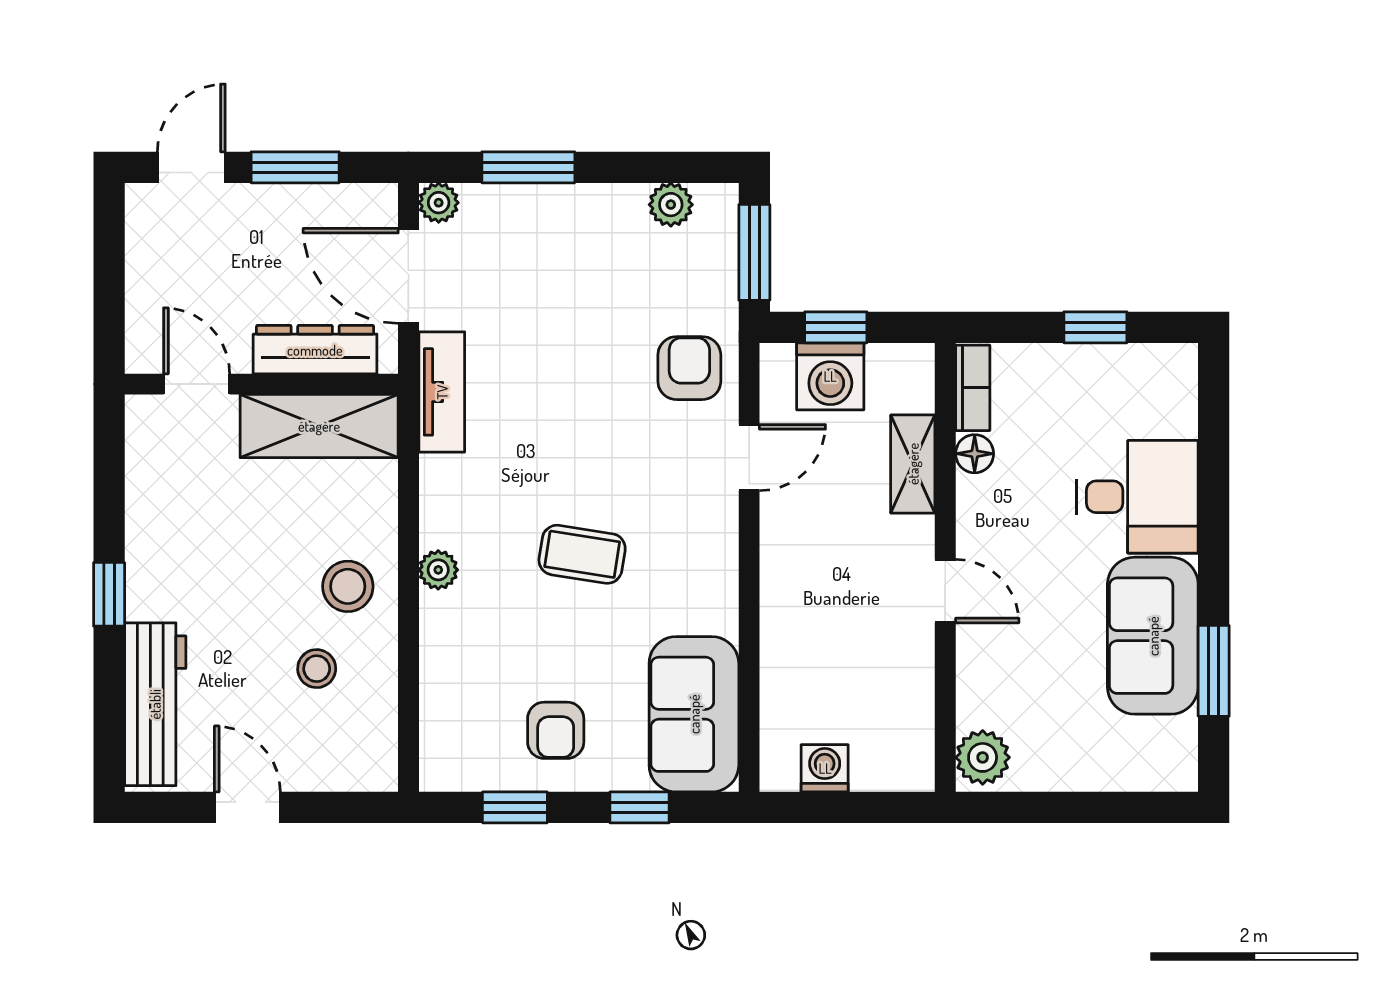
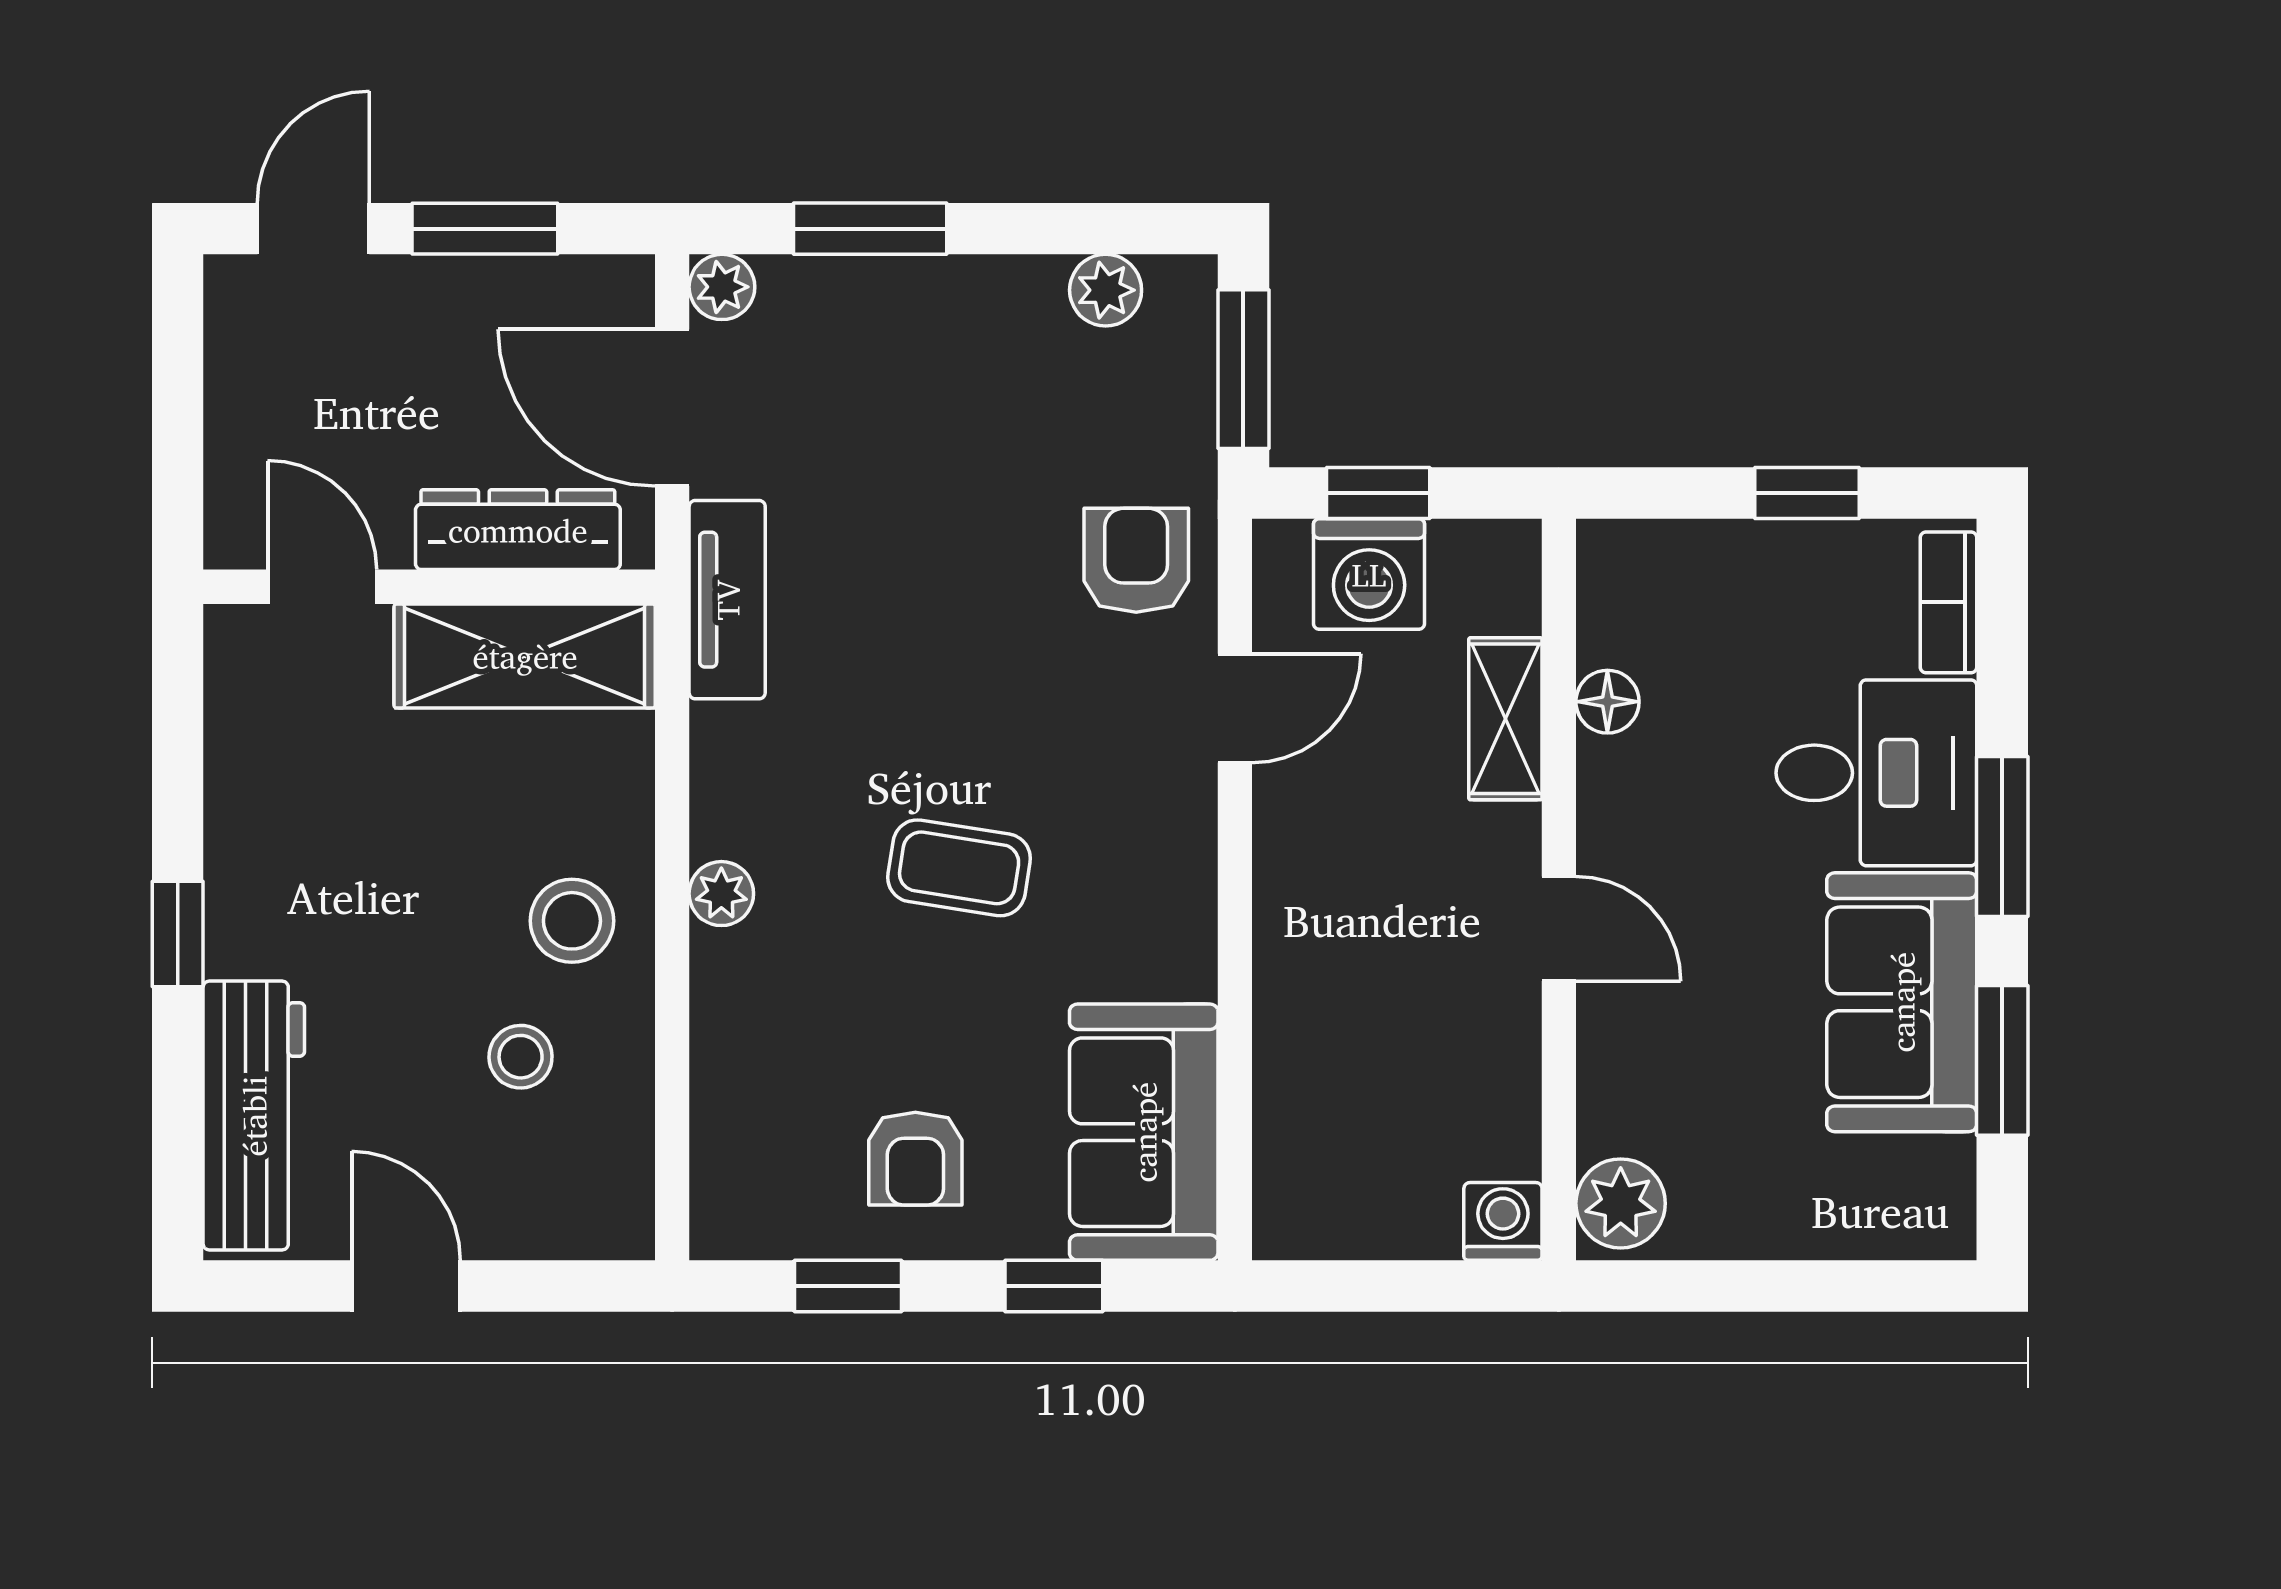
bookcase: (973, 388) -> (1948, 602), moved, turned 180
window: (1214, 535) -> (2002, 836), added
washing machine: (825, 768) -> (1503, 1221), moved

